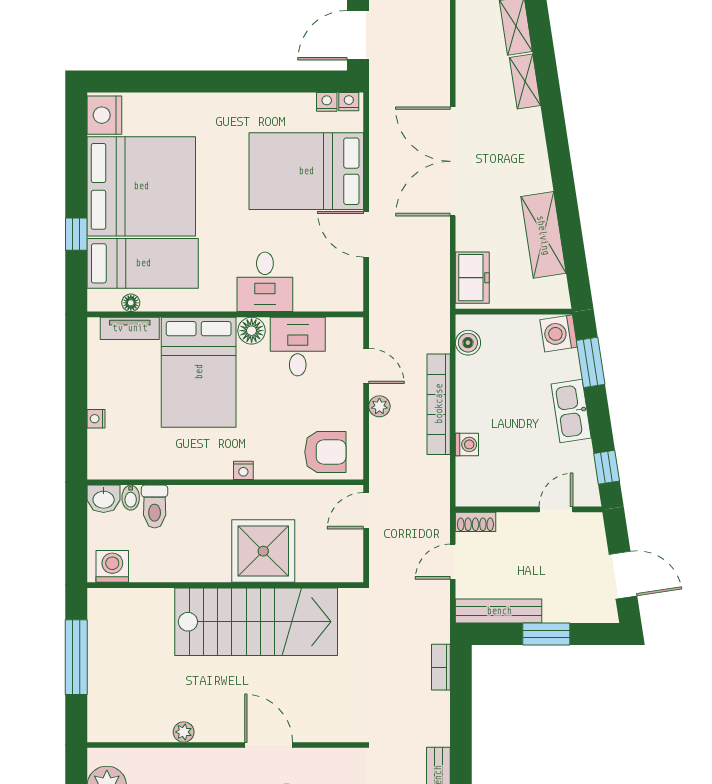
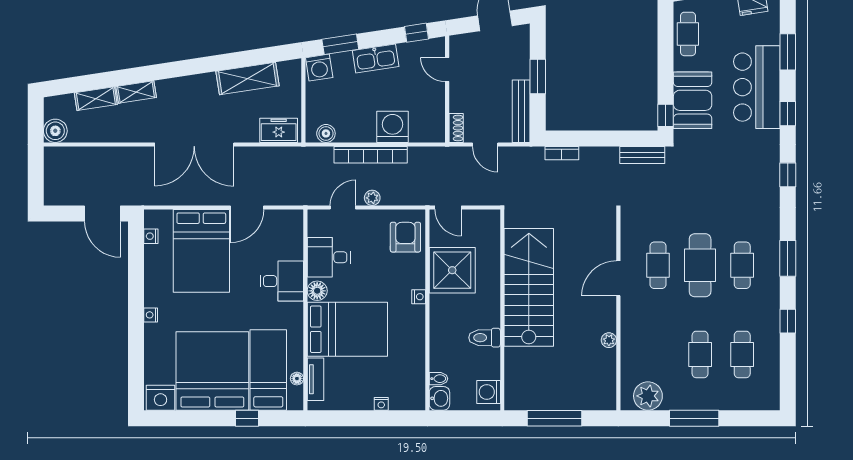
nightstand: (349, 102) -> (151, 315), moved
washing machine: (467, 444) -> (393, 127), width x1.89, depth x1.89
toilet: (155, 507) -> (485, 338), moved, turned 180
shower: (263, 551) -> (452, 270), moved

